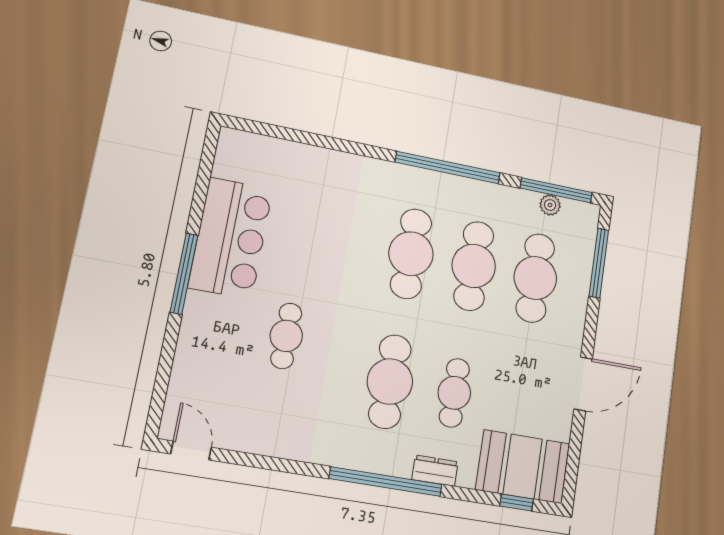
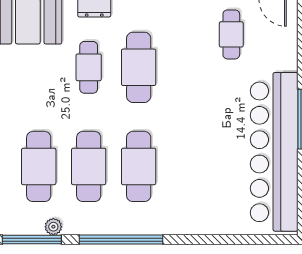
plant: (550, 205) -> (53, 227), moved
bar counter: (231, 238) -> (274, 152), width x1.86
cafe table: (286, 336) -> (231, 34), moved

